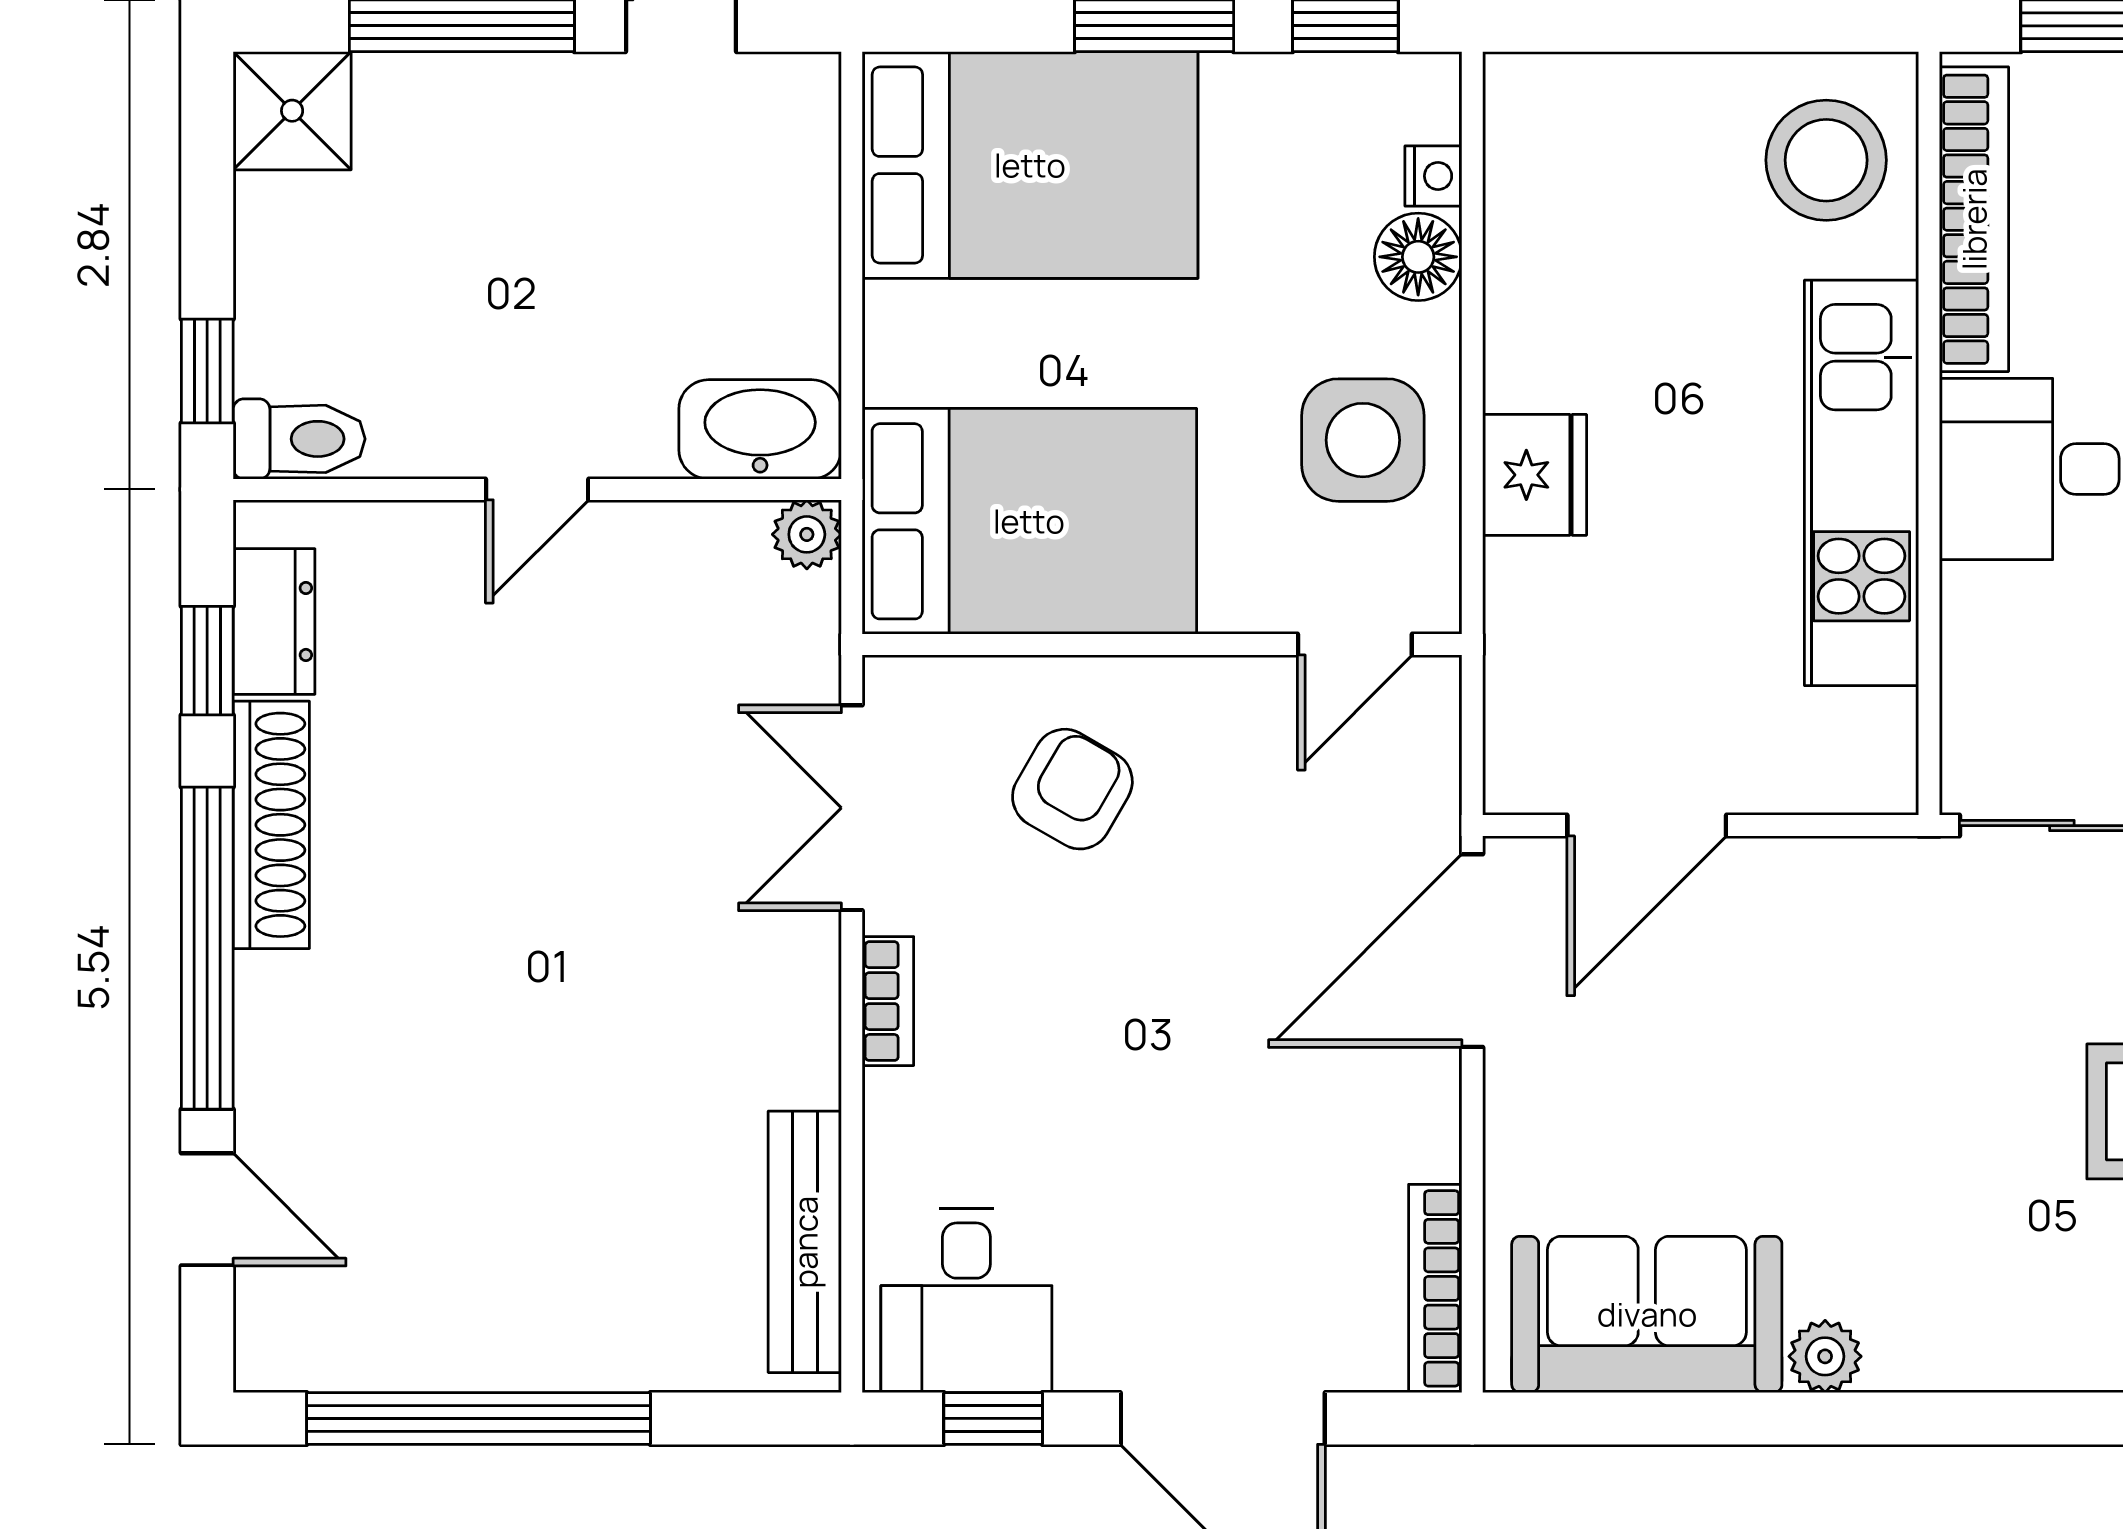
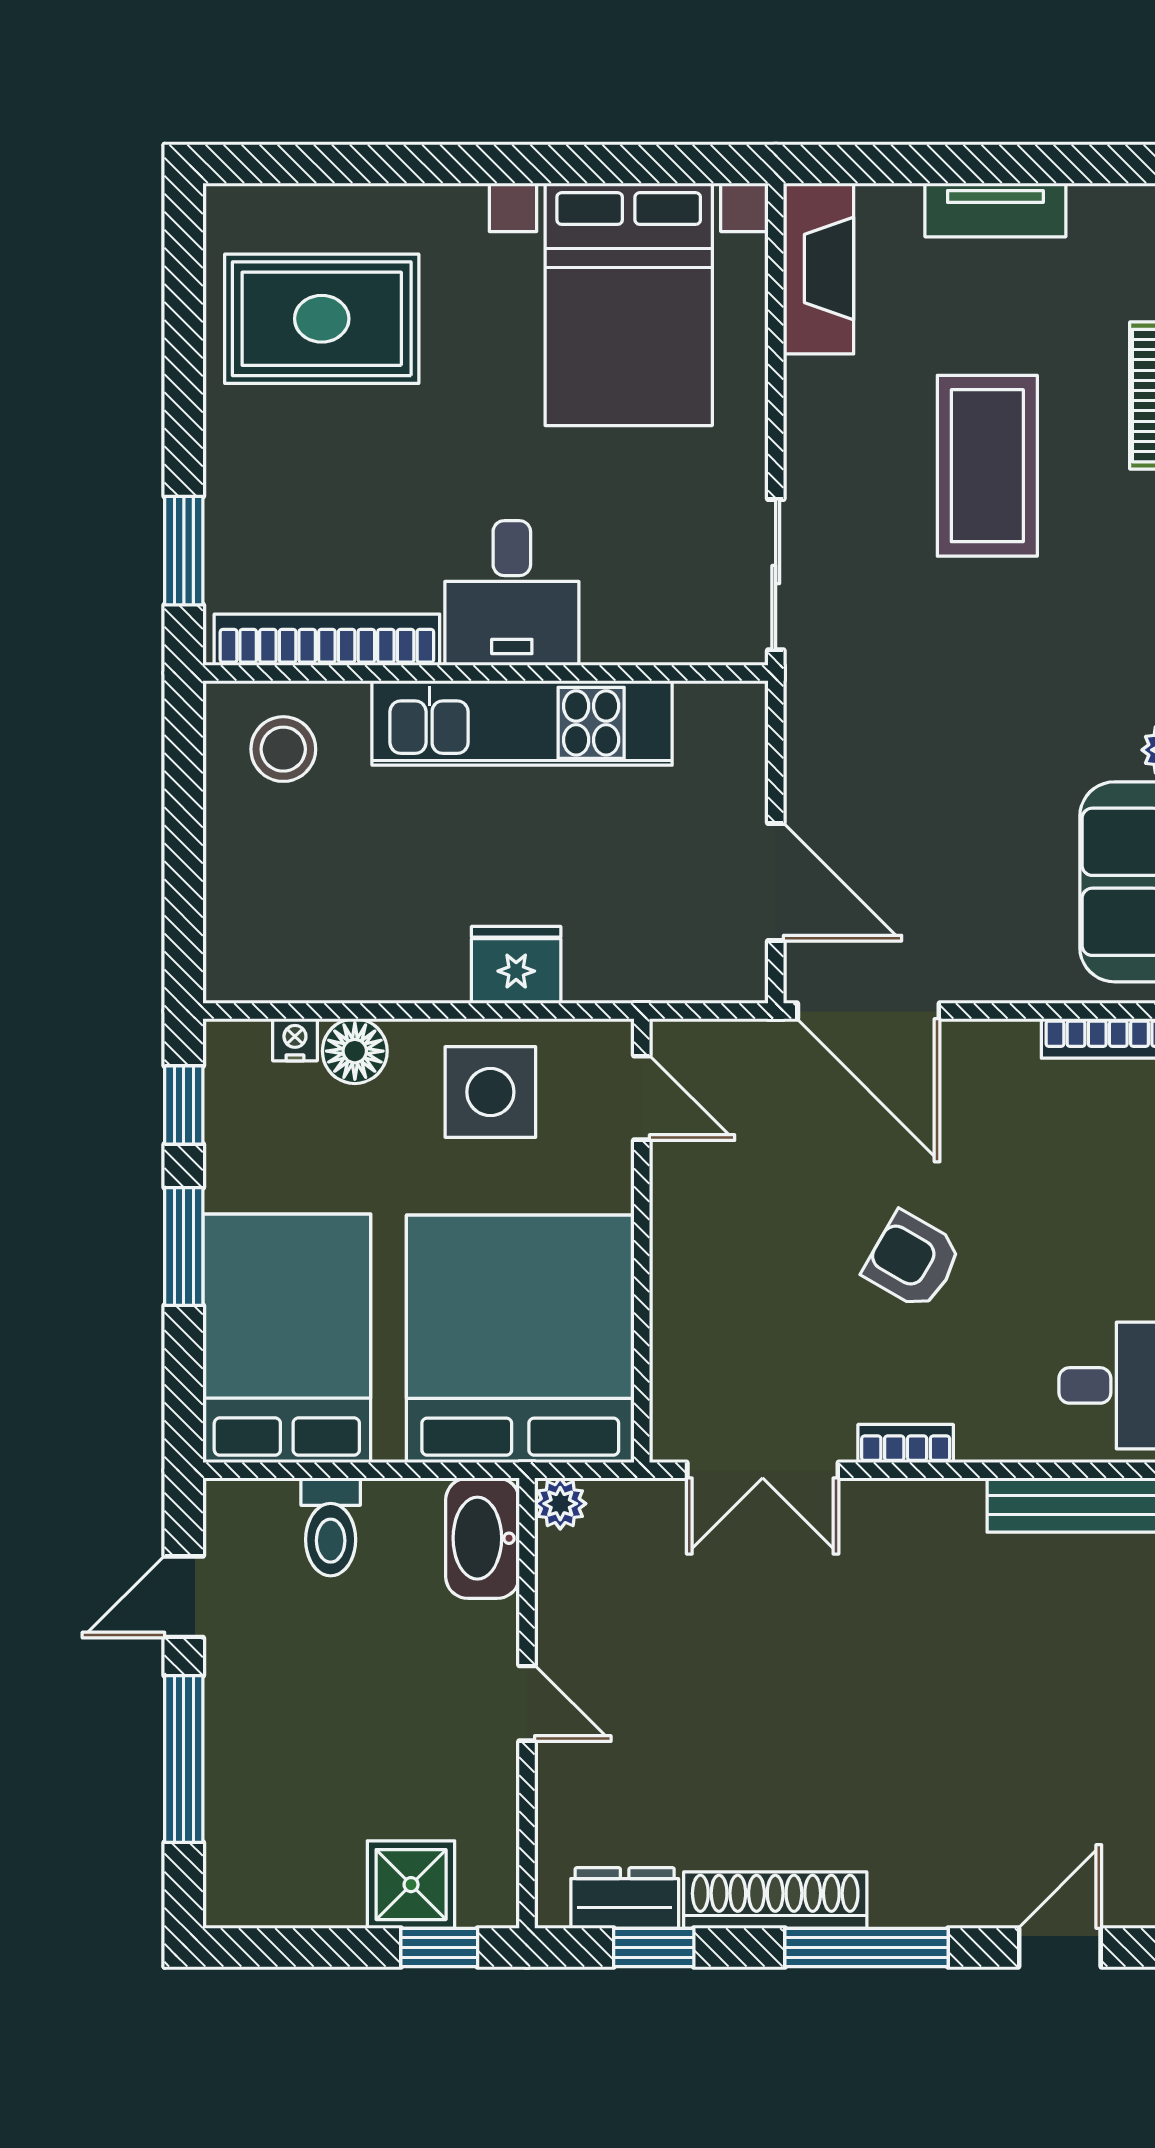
shower: (292, 111) -> (411, 1885), moved
stool: (1826, 160) -> (283, 749), width x0.73, depth x0.73
toilet: (299, 439) -> (331, 1527), moved, turned 180
bed: (1029, 521) -> (520, 1339), width x1.36
armchair: (1072, 789) -> (913, 1260), moved
window: (207, 948) -> (866, 1947), width x0.68

